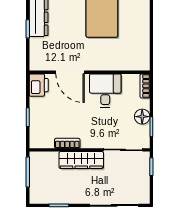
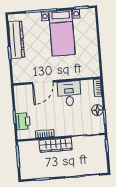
door: (70, 72) -> (43, 82), hinge flipped
printer: (39, 85) -> (23, 121), moved

